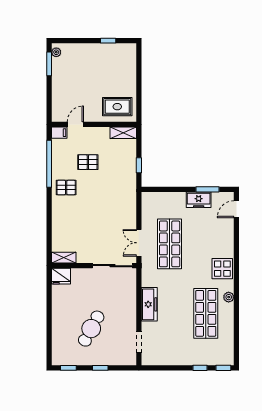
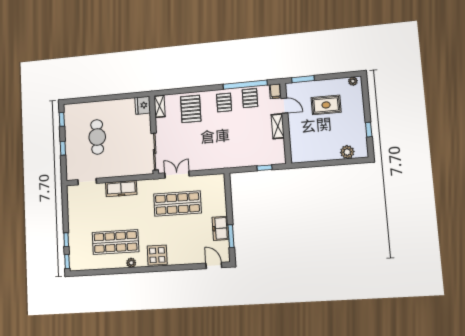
window: (49, 64) -> (303, 79), moved
plant: (129, 64) -> (347, 152), added
rug: (117, 107) -> (326, 105), moved, turned 90
shelving: (123, 133) -> (278, 126), moved
pallet: (88, 162) -> (250, 98), moved
window: (139, 165) -> (265, 168), moved
pallet: (70, 224) -> (191, 109), added
cafe table: (91, 329) -> (97, 137), turned 62

